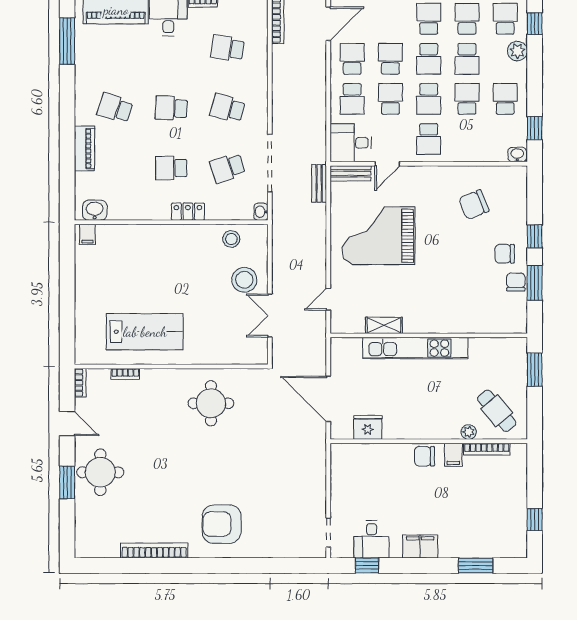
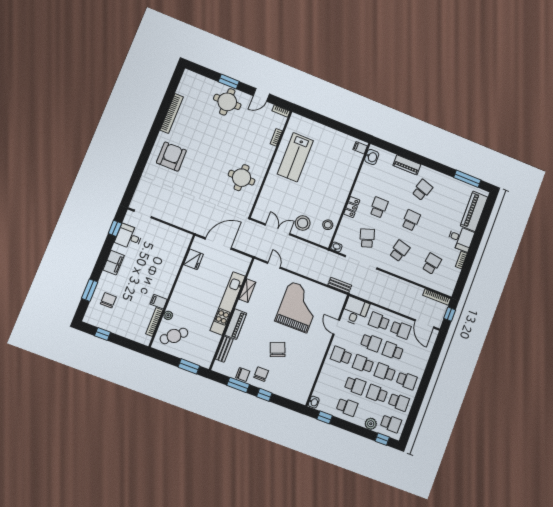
school desk: (390, 59) -> (393, 351), turned 180
bench: (350, 173) -> (224, 349), moved
chair: (474, 205) -> (278, 349), moved
piano: (443, 323) -> (236, 324), added
chair: (425, 456) -> (108, 300), moved

